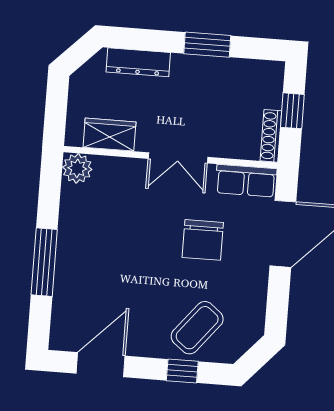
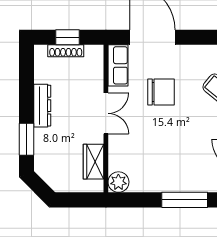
window: (207, 45) -> (26, 139), moved
dresser: (138, 62) -> (42, 106), moved
shoe rack: (271, 136) -> (66, 51), moved

